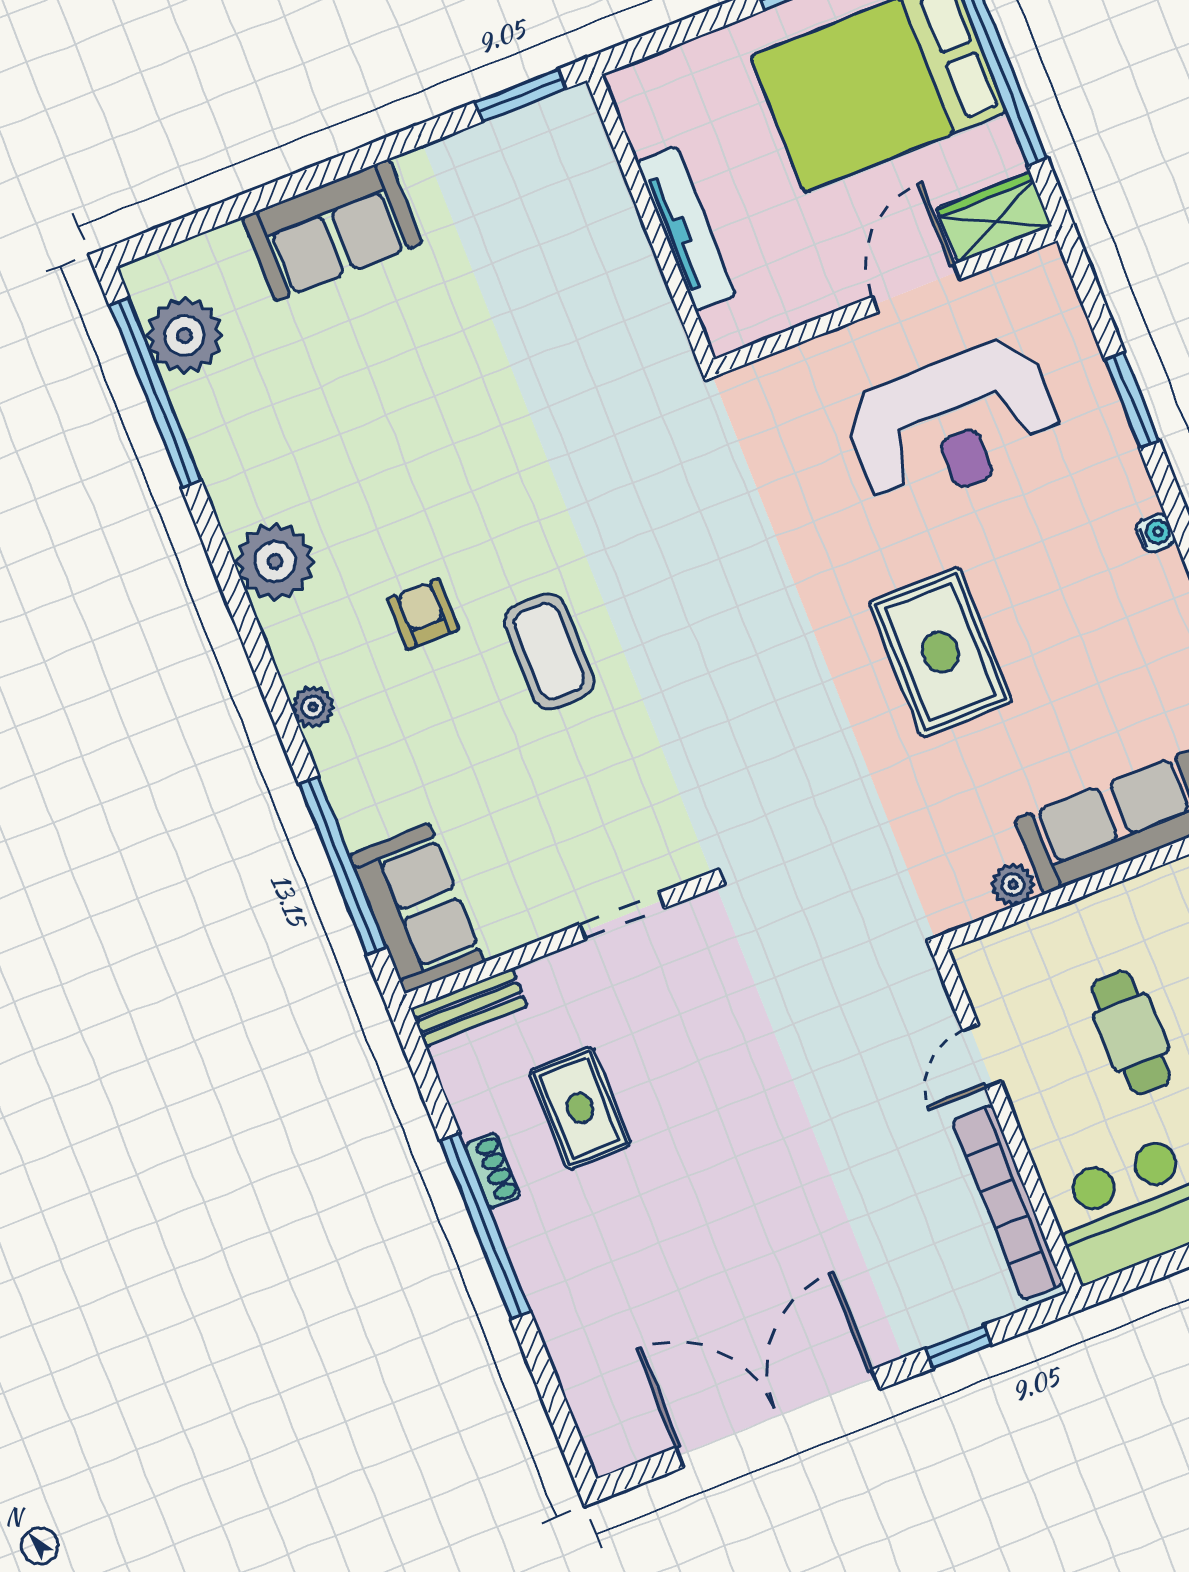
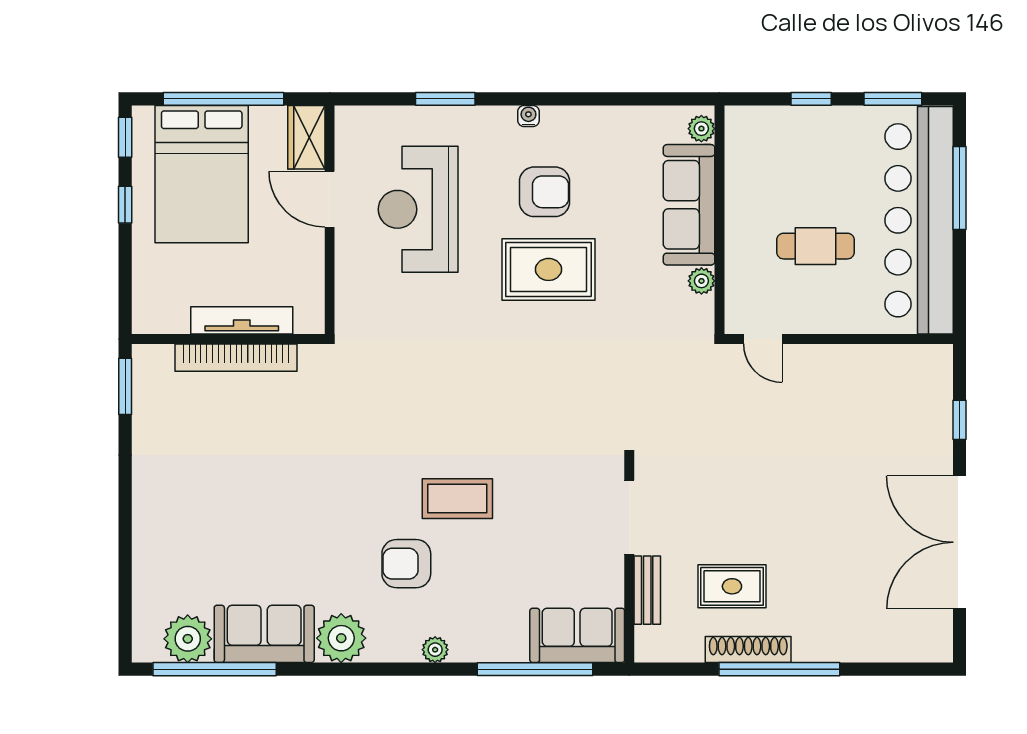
sofa: (332, 230) -> (264, 634), moved, turned -90
reception desk: (953, 424) -> (418, 209), turned 180
armchair: (1053, 601) -> (544, 192), added
armchair: (423, 614) -> (406, 564), width x1.38, depth x1.38
doorway: (622, 916) -> (629, 517), width x1.38
bench: (469, 1007) -> (647, 590), moved
door: (982, 1056) -> (763, 339), moved
shoe rack: (492, 1170) -> (748, 650), width x1.94, depth x1.24
bookcase: (1008, 1202) -> (236, 358), moved

